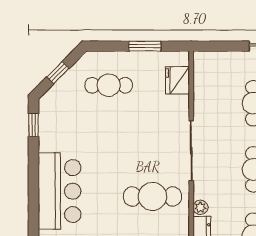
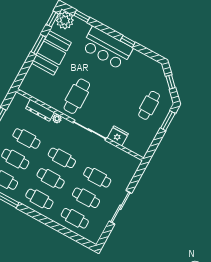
window: (145, 46) -> (168, 121), moved
fridge: (177, 80) -> (118, 136), moved
window: (34, 125) -> (128, 41), moved

